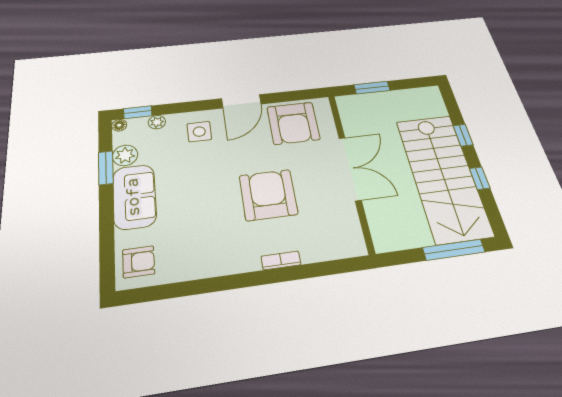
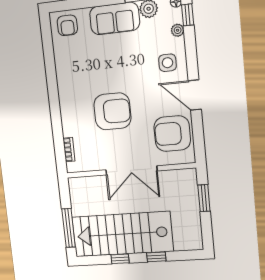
bookcase: (281, 260) -> (69, 150), moved

